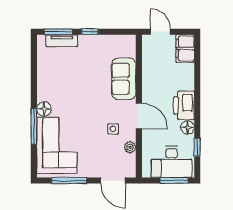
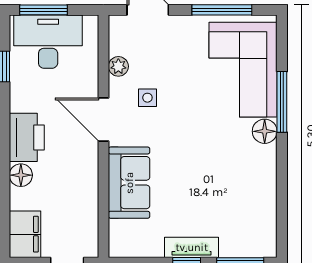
tv unit: (62, 41) -> (192, 247), moved
floor lamp: (188, 128) -> (21, 175), moved

